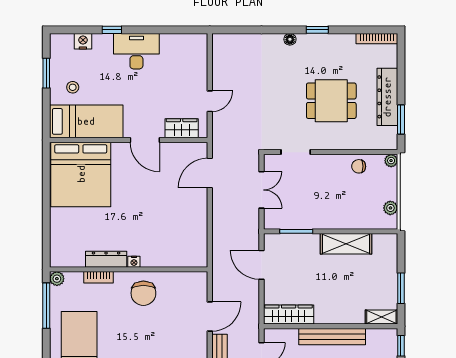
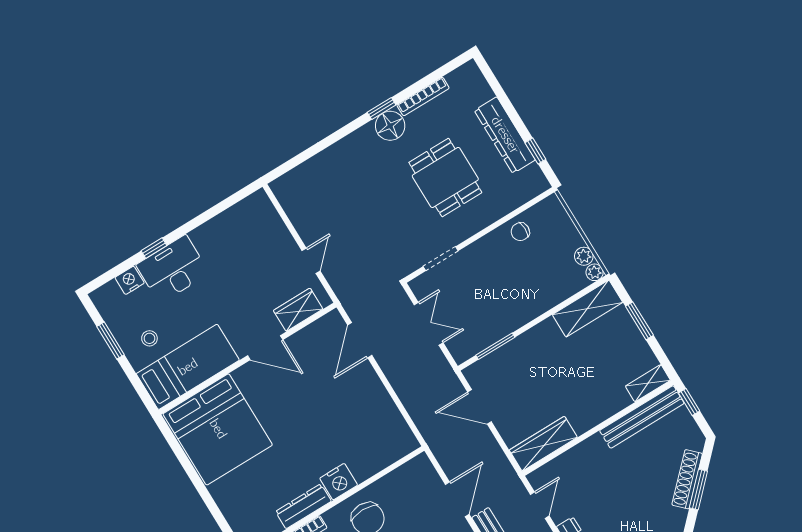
floor lamp: (290, 39) -> (390, 126), moved, width x1.89, depth x1.89
bookcase: (377, 39) -> (423, 97), moved
desk: (136, 51) -> (173, 269), moved
dining table: (331, 101) -> (445, 178), turned 90
window: (401, 120) -> (535, 151), width x0.67
plant: (391, 161) -> (595, 272), moved
shelving: (346, 244) -> (587, 309), moved
nightstand: (134, 262) -> (339, 482), width x1.89, depth x1.79
window: (401, 288) -> (639, 321), moved
bench: (332, 337) -> (642, 417), moved

